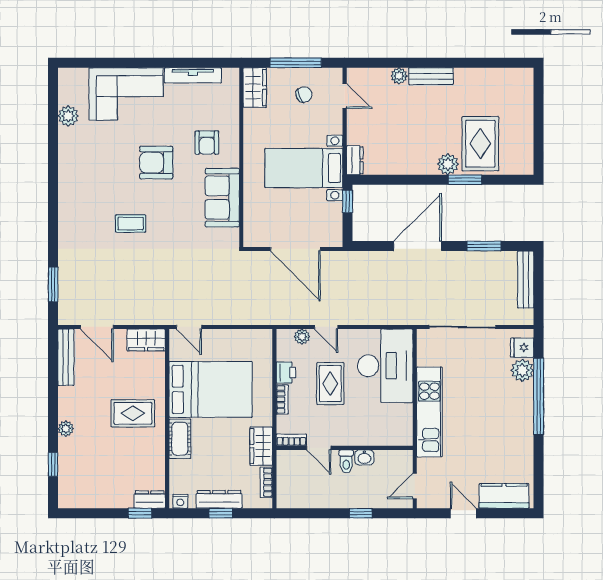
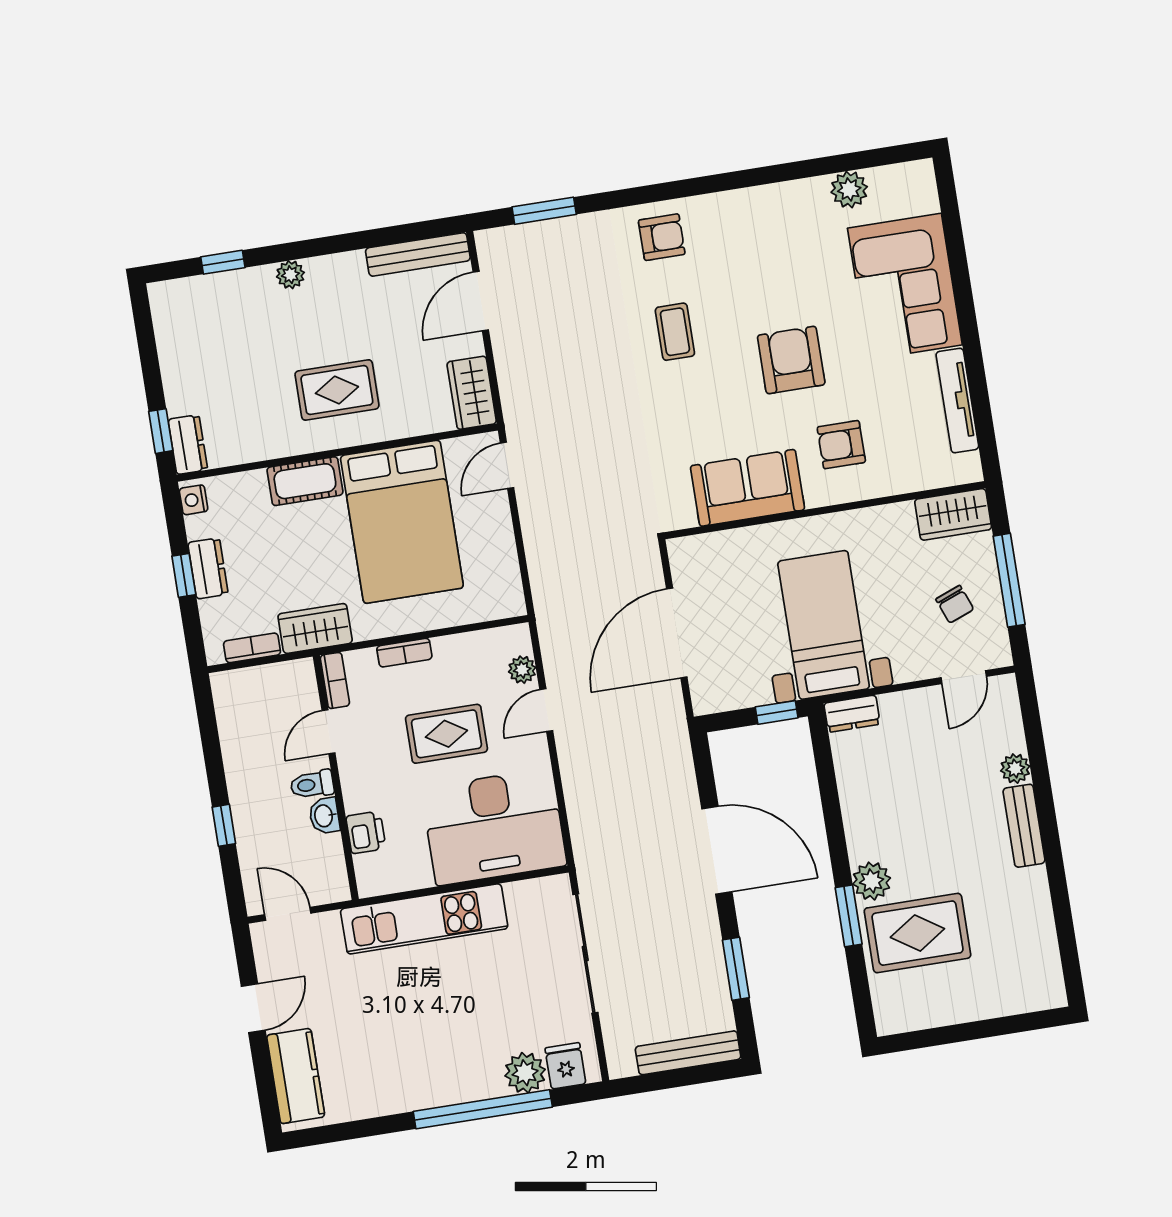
armchair: (78, 223) -> (662, 237), added
printer: (286, 373) -> (366, 832), moved, turned -90
rug: (133, 413) -> (337, 390), turned 90
dresser: (219, 499) -> (208, 568), width x0.70

